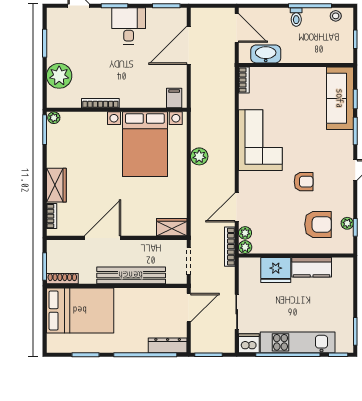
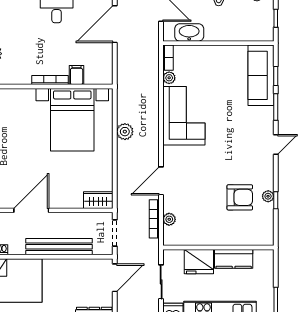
filing cabinet: (174, 98) -> (77, 75), moved
bookcase: (100, 103) -> (50, 80), moved
armchair: (304, 182) -> (226, 156), removed
plant: (245, 233) -> (169, 78), moved
wall: (296, 255) -> (218, 248), moved
kitchen counter: (312, 267) -> (234, 259), moved
fridge: (276, 270) -> (199, 262), moved

